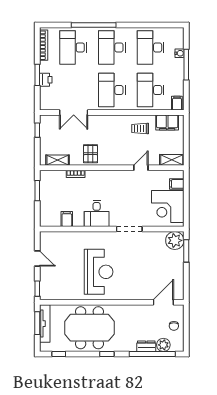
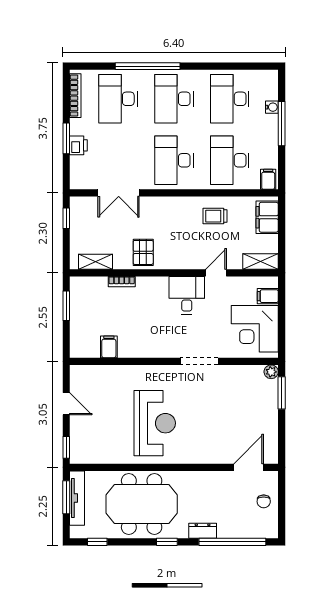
filing cabinet: (167, 123) -> (267, 217), moved, turned 90
desk: (97, 214) -> (187, 295), moved, turned 180
plant: (175, 240) -> (271, 372), width x0.53, depth x0.53
plant: (163, 345) -> (248, 529), removed
dresser: (146, 346) -> (203, 531), moved

